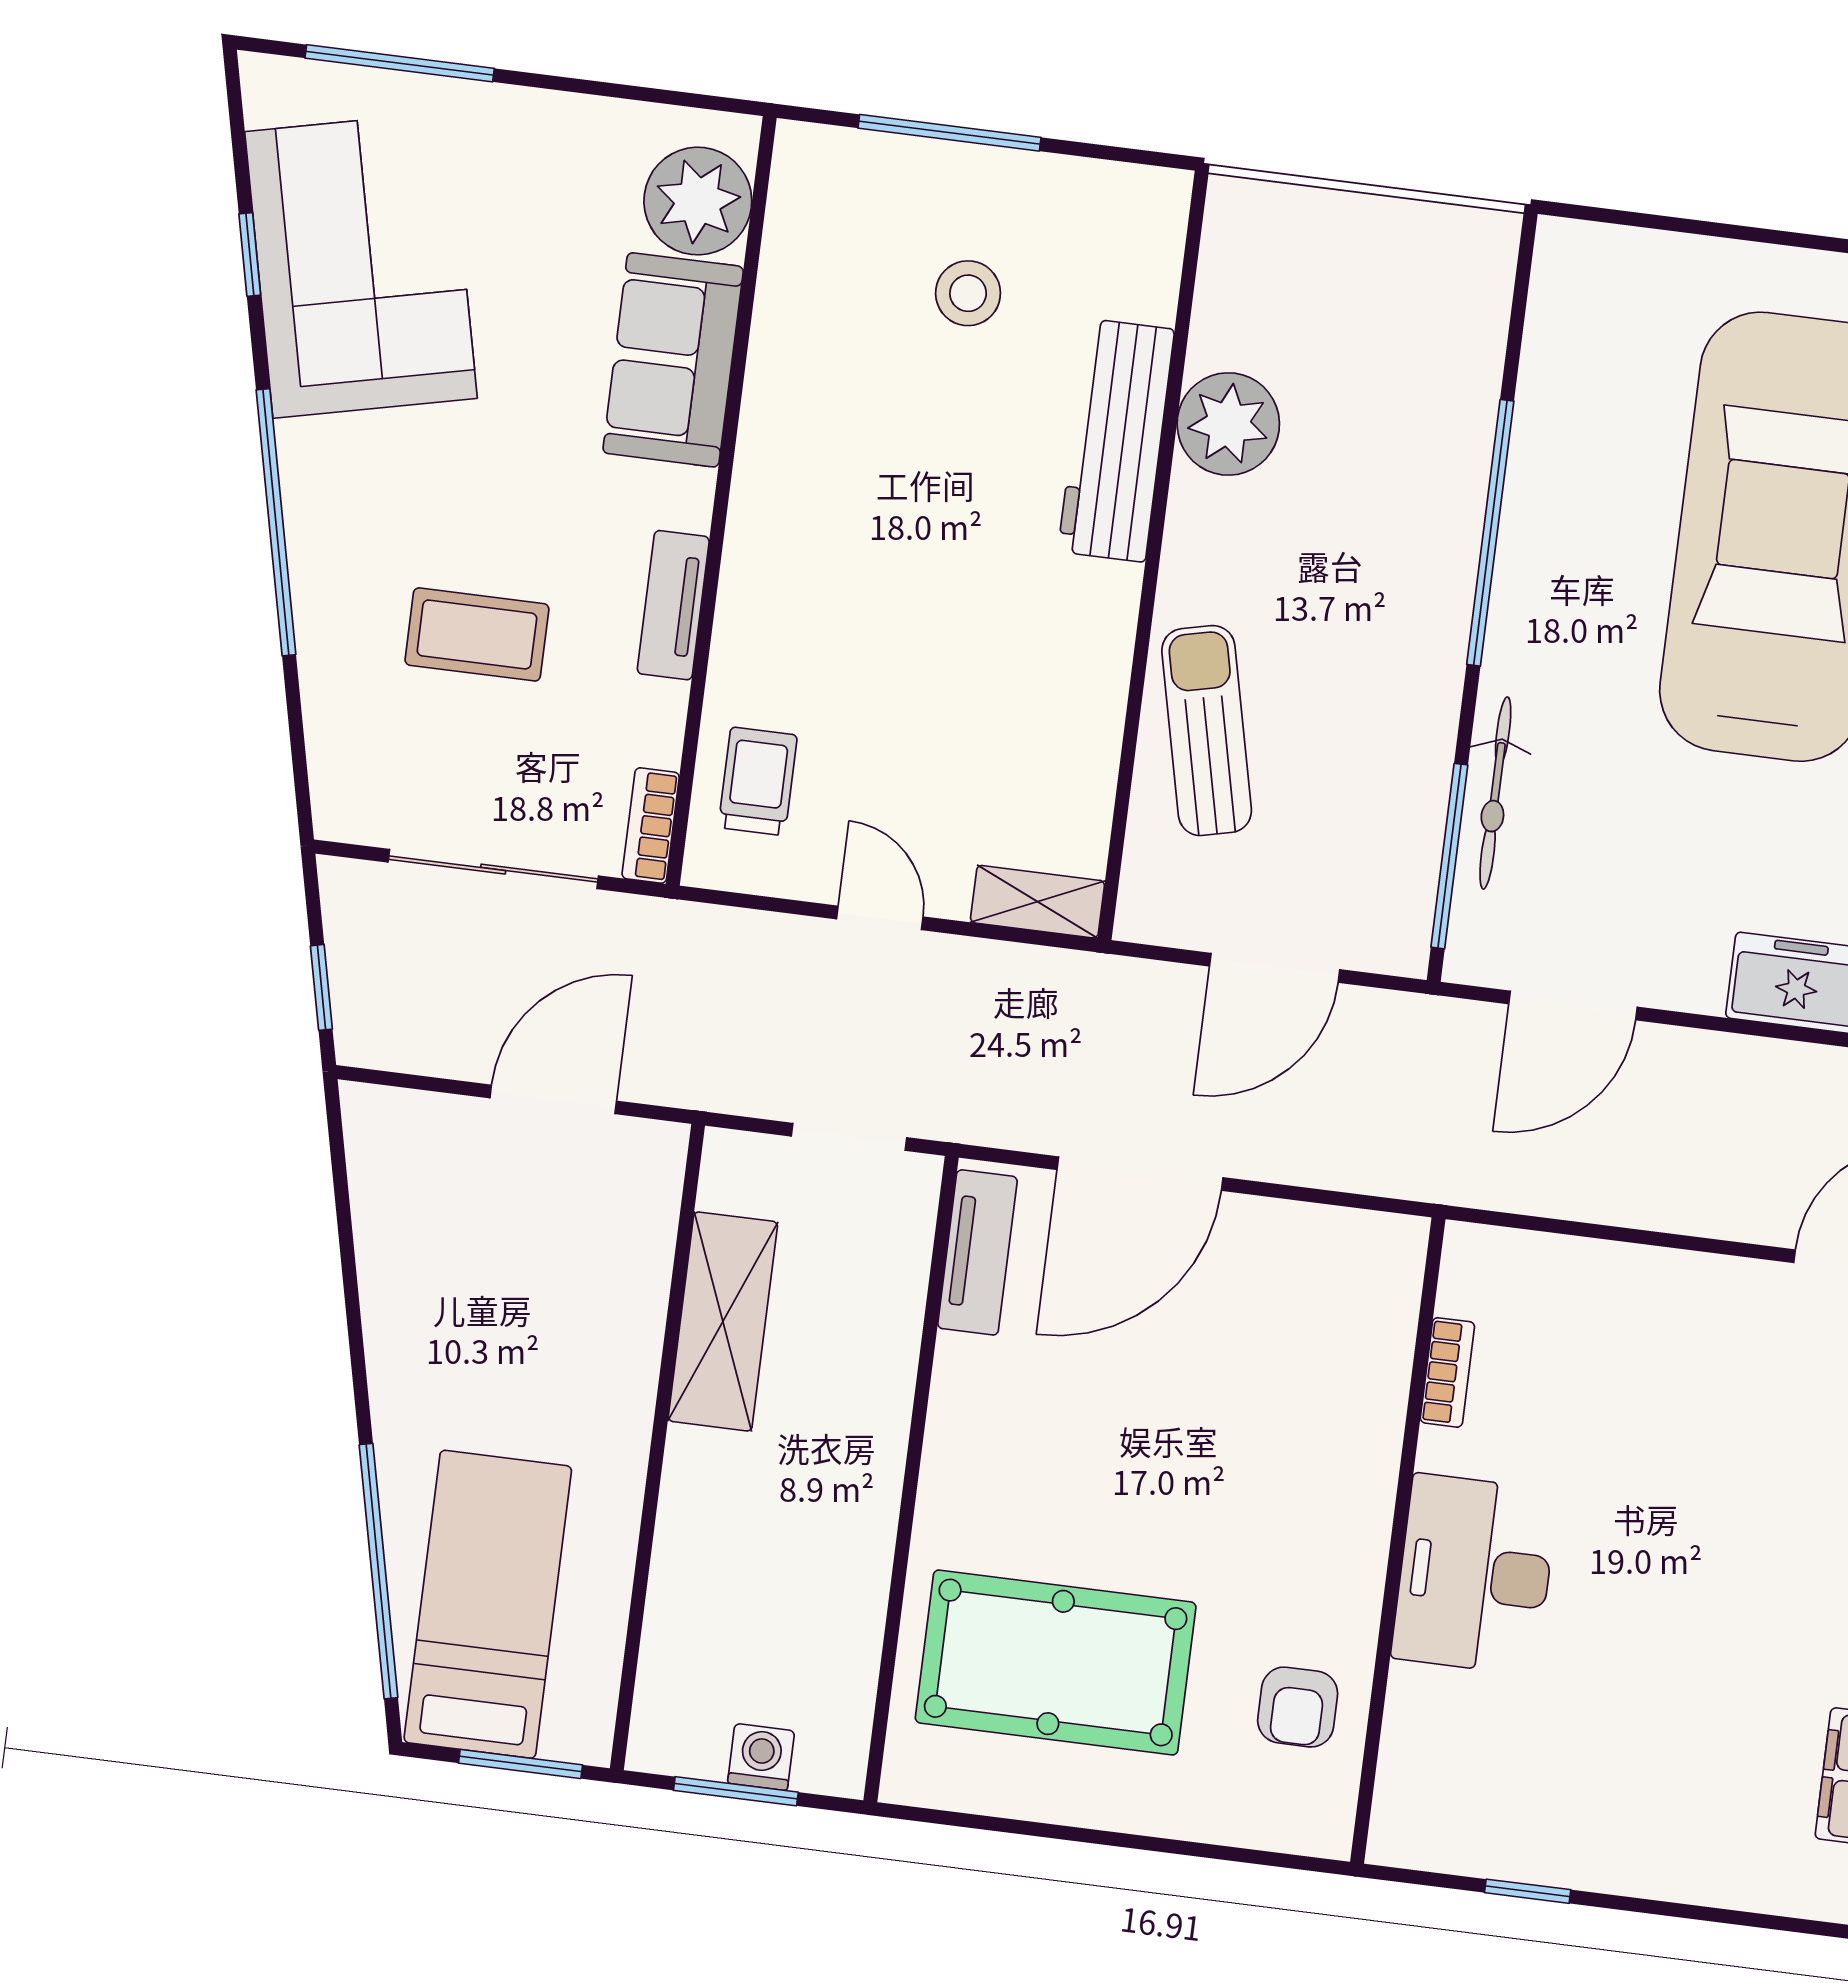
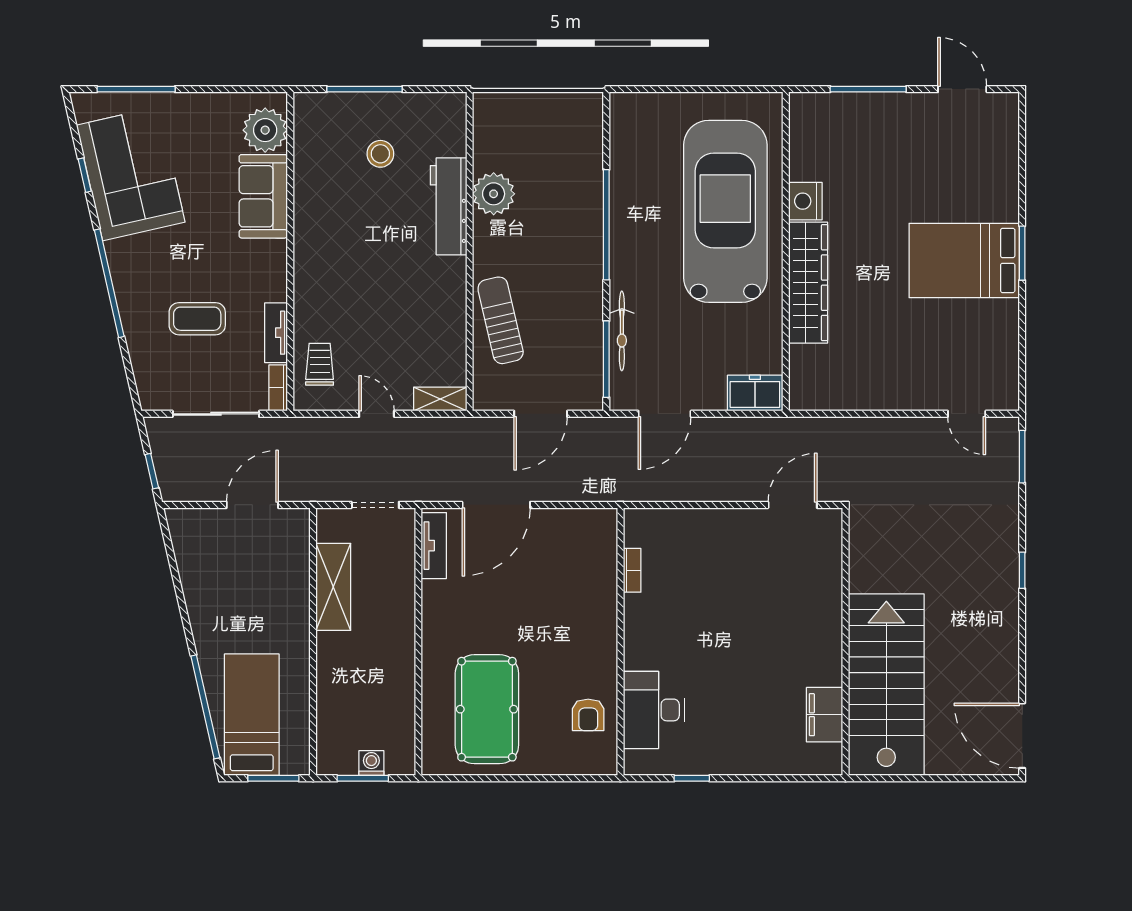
tv unit: (673, 605) -> (276, 333), moved
desk: (1475, 1574) -> (654, 710), moved
pool table: (1056, 1662) -> (487, 709), turned 90

